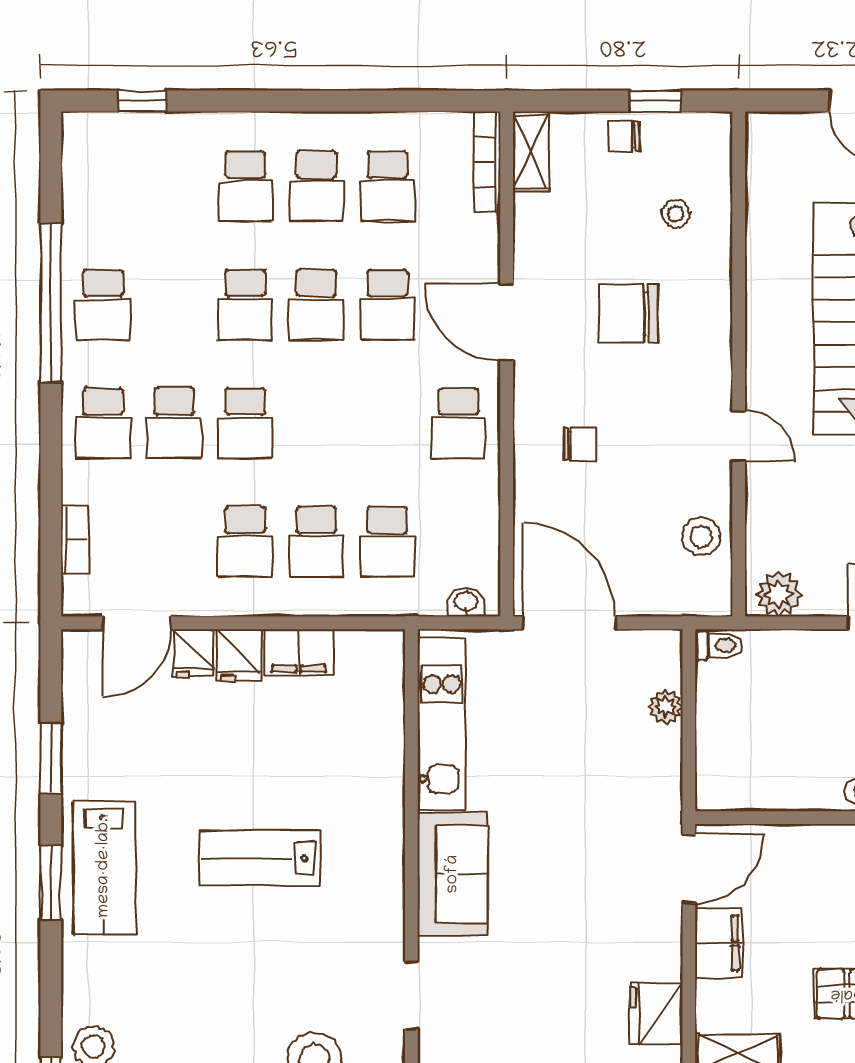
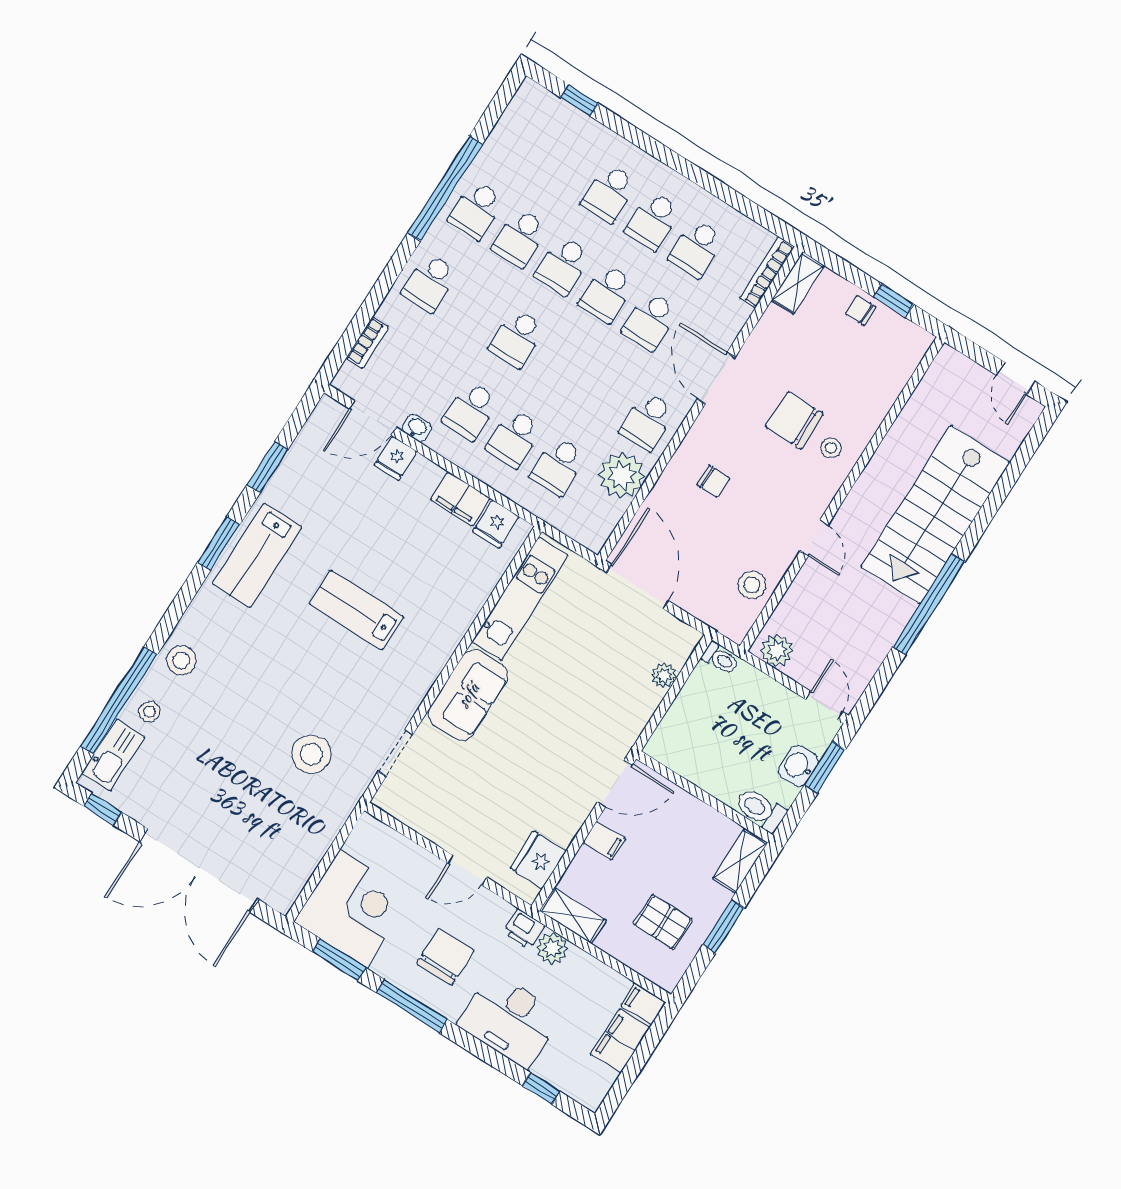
stool: (676, 214) -> (831, 448), moved
school desk: (174, 423) -> (520, 238), moved
plant: (469, 505) -> (622, 475), added
washbasin: (466, 602) -> (417, 428), moved
fridge: (239, 655) -> (496, 524), moved
filing cabinet: (719, 943) -> (604, 841), width x0.50

